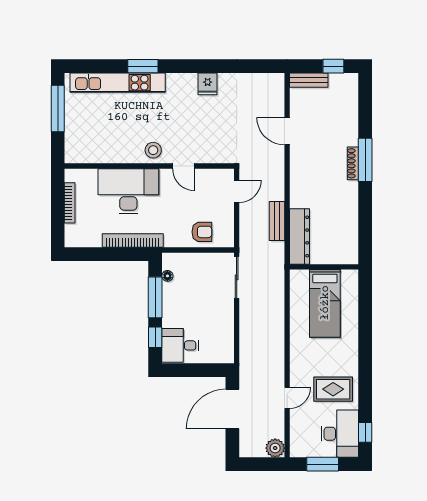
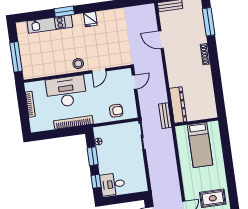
kitchen unit: (118, 83) -> (50, 24), width x0.73
fridge: (208, 84) -> (90, 19), moved
window: (58, 109) -> (16, 57), moved
window: (365, 160) -> (209, 22), moved
door: (183, 166) -> (99, 71), hinge flipped
bench: (277, 221) -> (165, 116), moved
window: (155, 297) -> (93, 156), width x0.69

